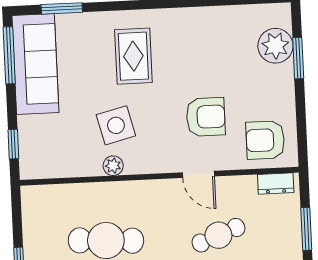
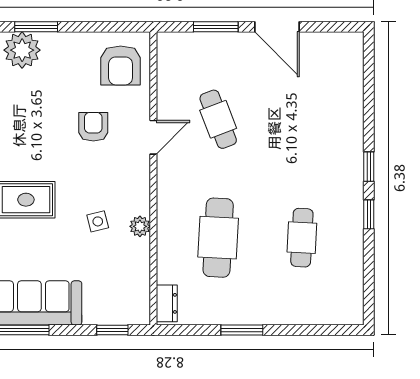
armchair: (206, 117) -> (93, 127), width x0.72, depth x0.72
side table: (116, 125) -> (98, 221), width x0.54, depth x0.54
dresser: (276, 184) -> (167, 303), moved

